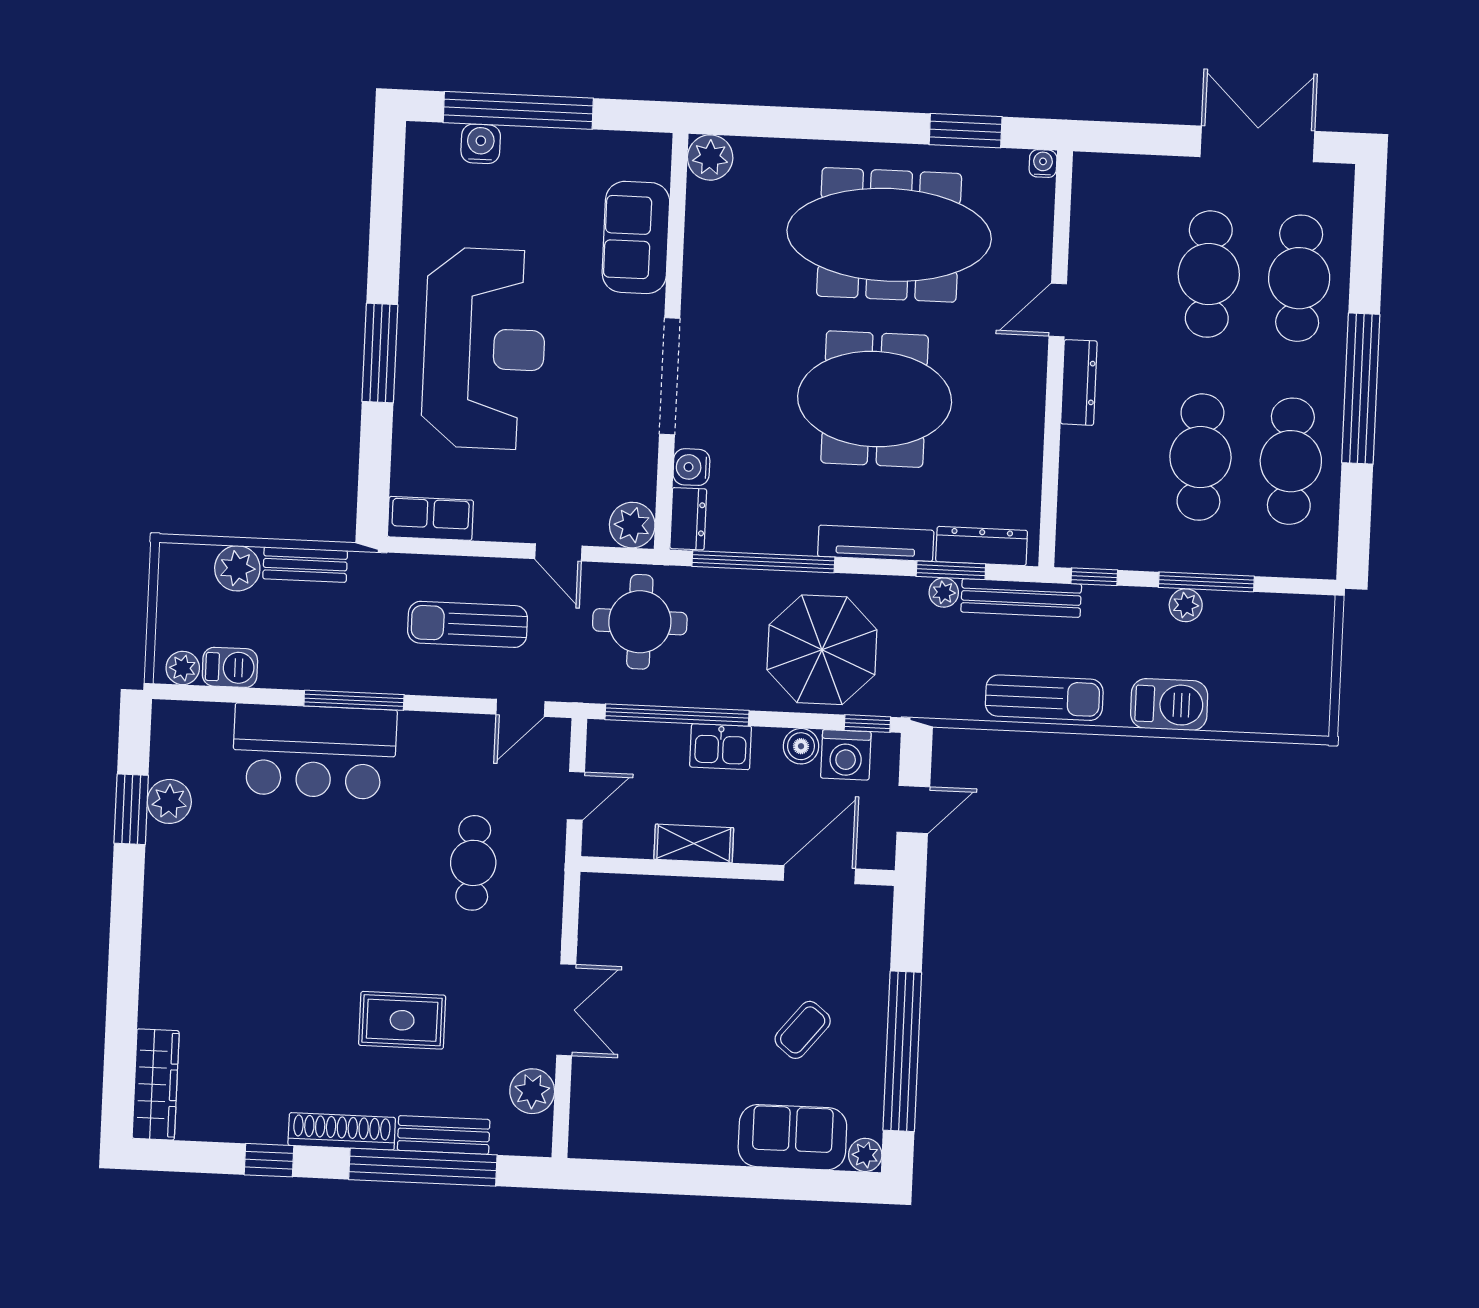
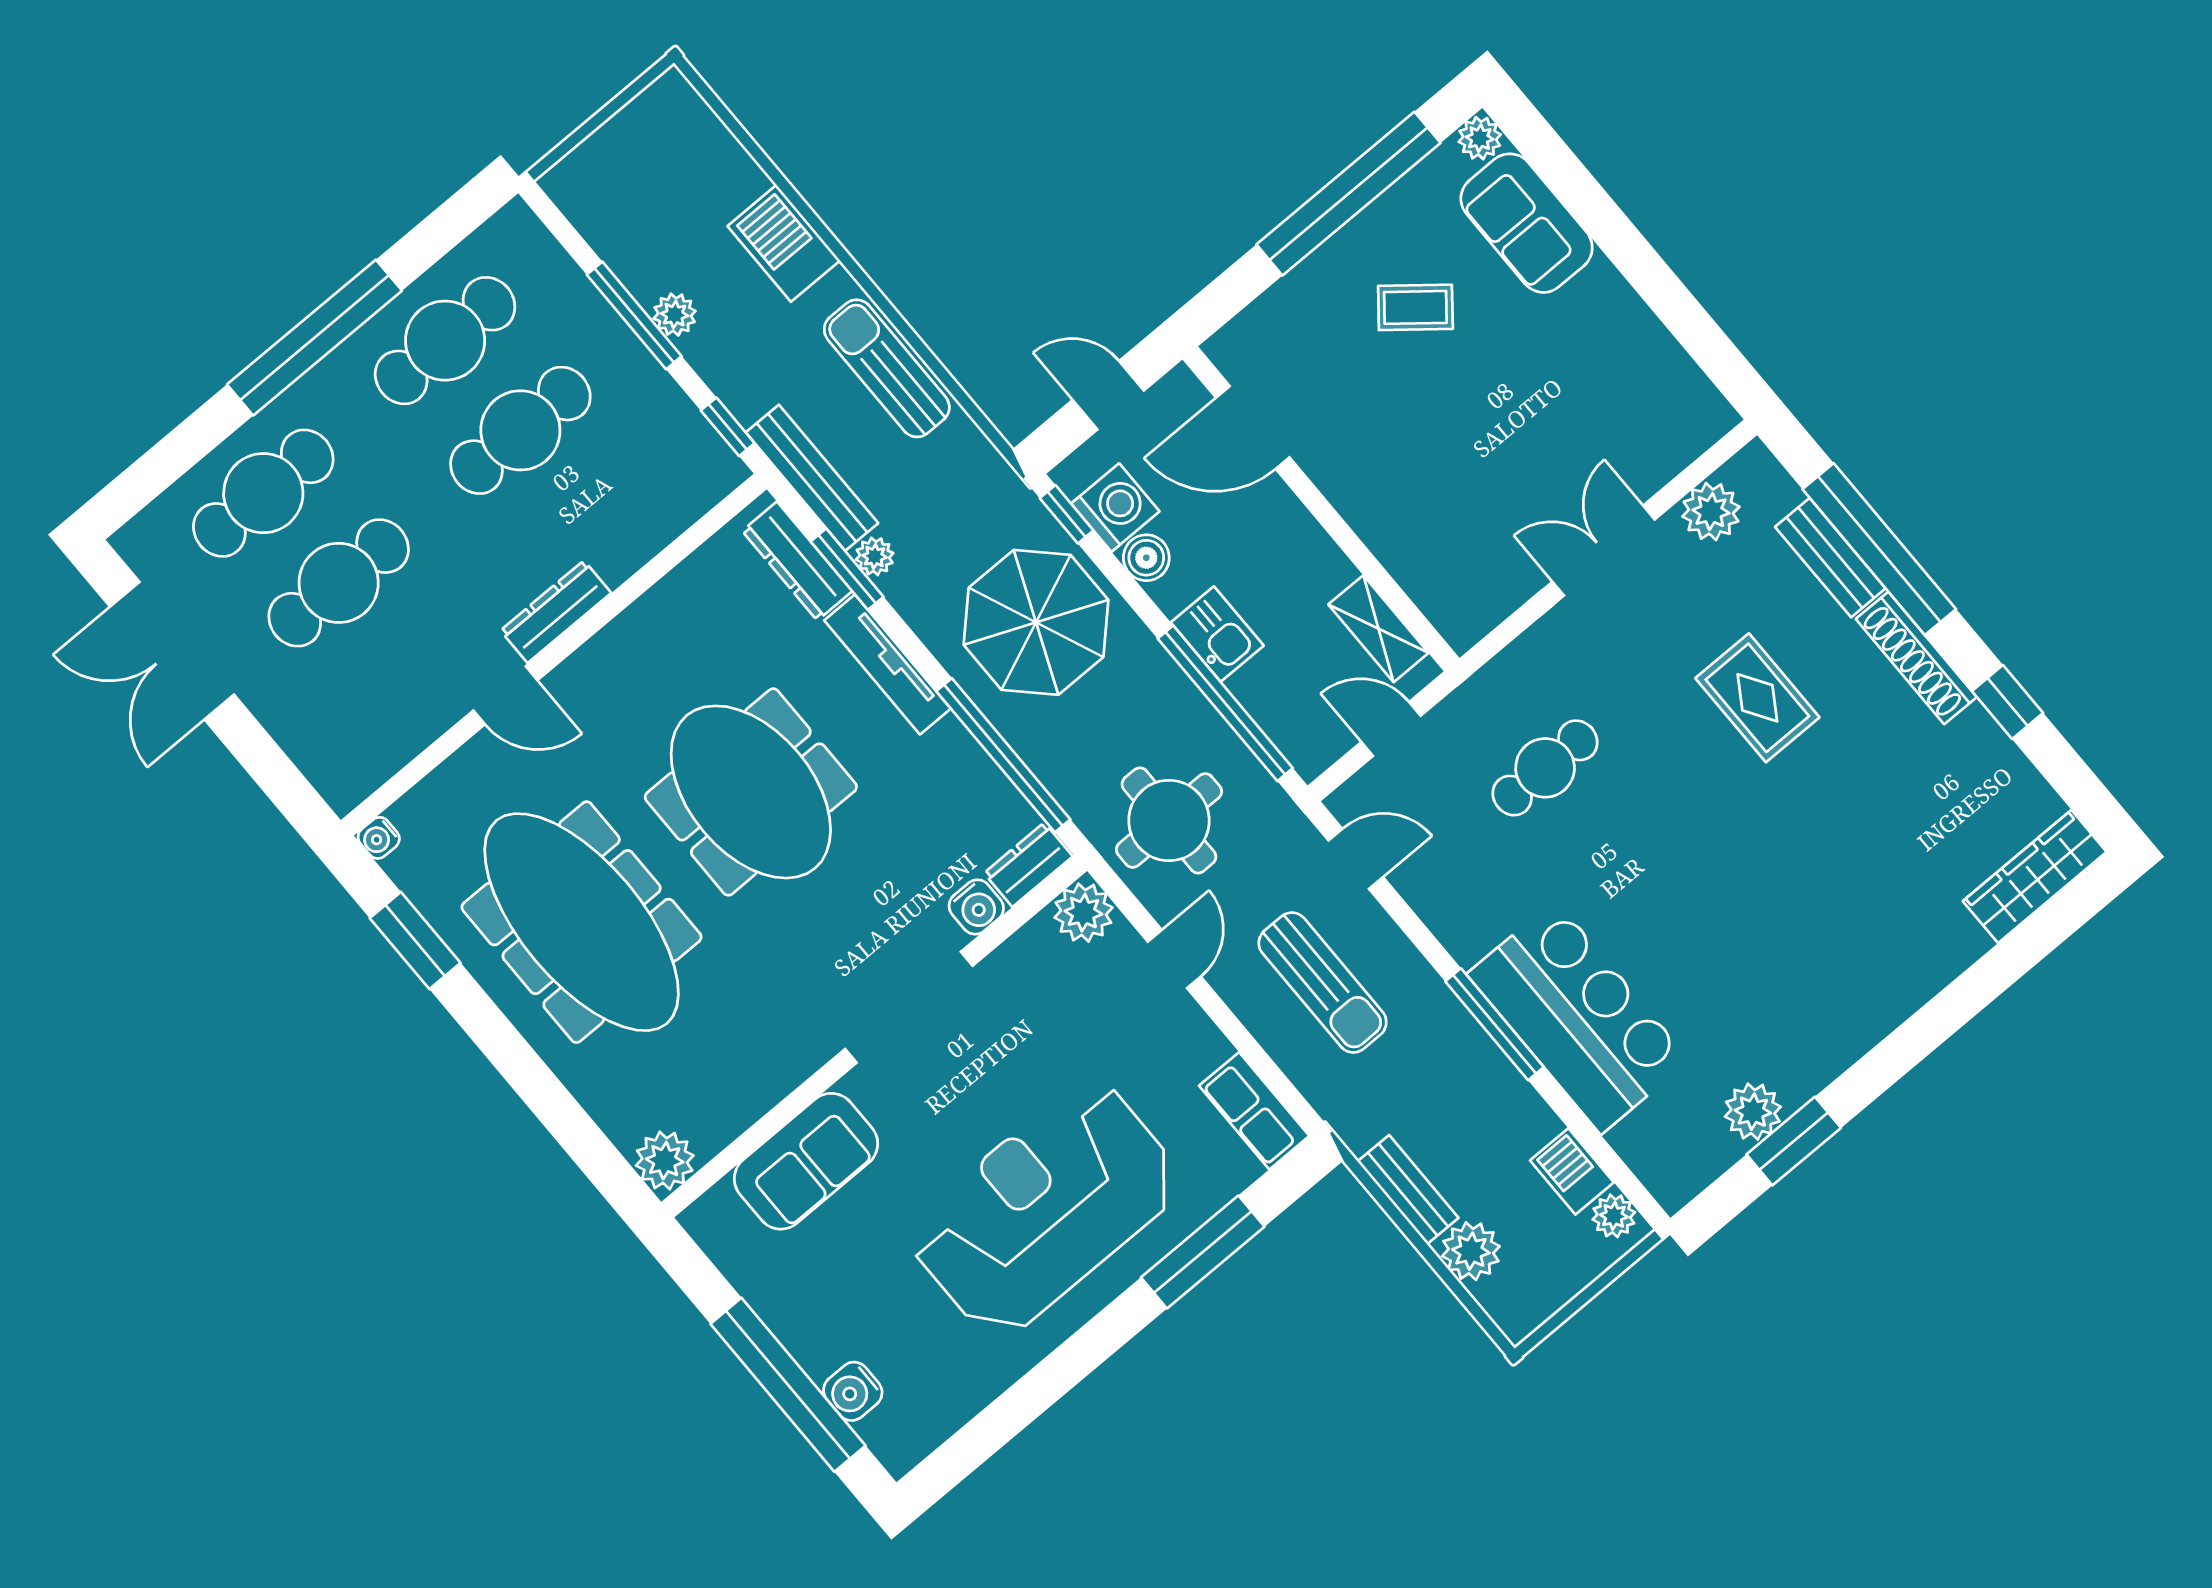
window: (380, 353) -> (1203, 1252), moved
shelving: (694, 843) -> (1378, 629), moved

